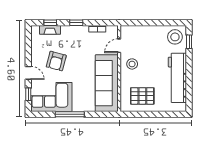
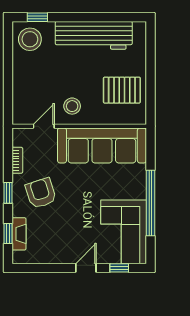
door: (119, 46) -> (44, 126), swing flipped
armchair: (56, 61) -> (41, 193), moved, turned -123
pallet: (142, 96) -> (122, 90), turned 90
window: (70, 114) -> (150, 203), width x1.46

